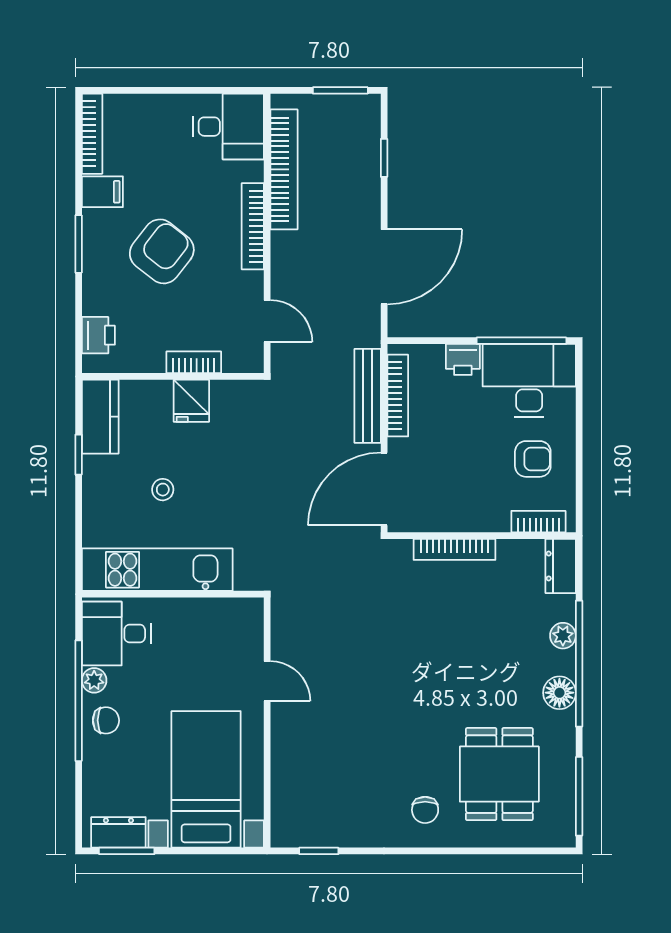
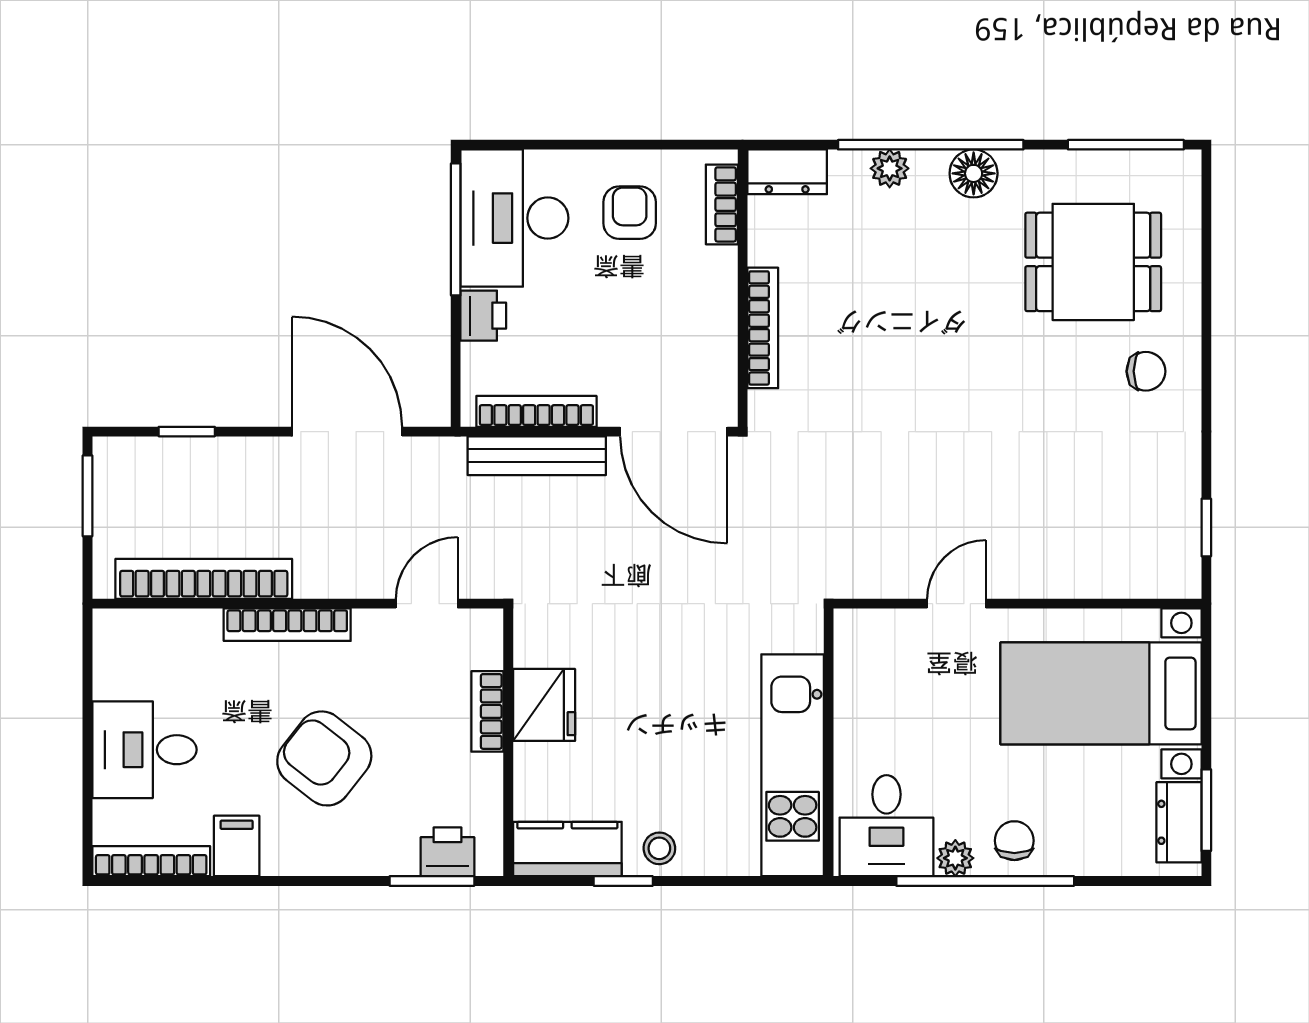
desk: (228, 127) -> (144, 750), moved, turned -90
window: (79, 244) -> (432, 881), moved
fridge: (191, 401) -> (544, 705), width x1.38
stool: (163, 490) -> (659, 848), moved

